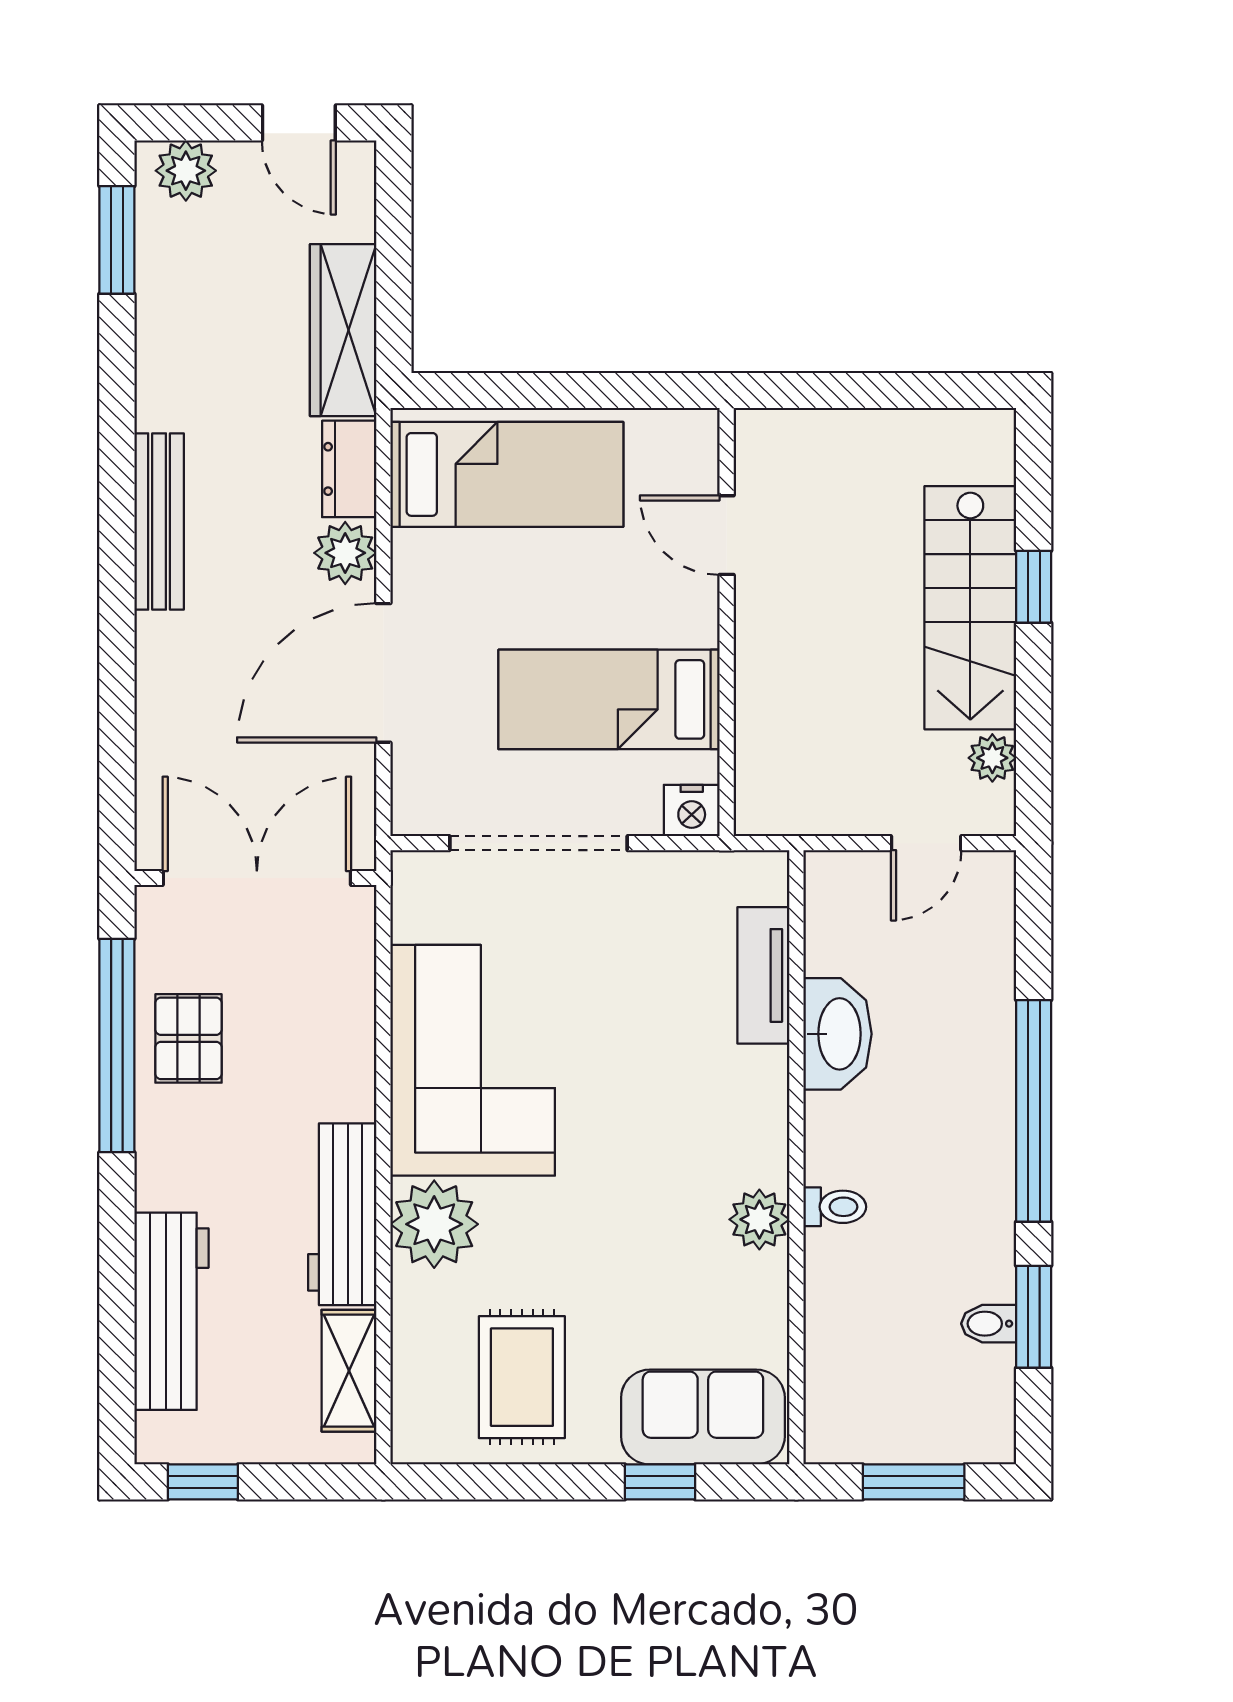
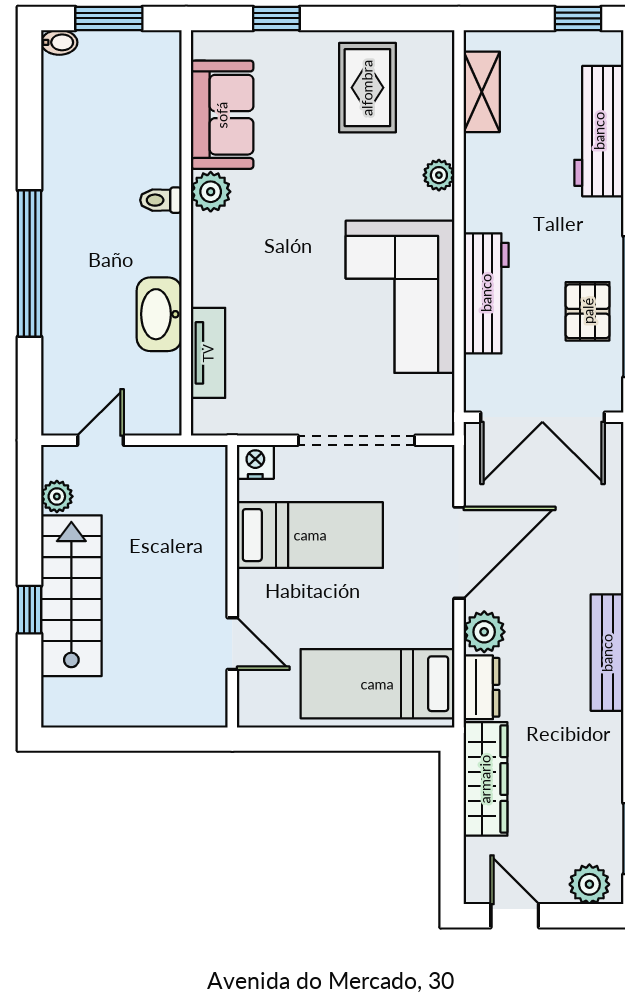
workbench: (342, 1214) -> (486, 293), moved
plant: (434, 1224) -> (439, 175), width x0.53, depth x0.53
window: (1034, 1317) -> (30, 127), removed
bidet: (989, 1324) -> (59, 42), moved
sofa: (703, 1417) -> (222, 115), moved, turned -90

